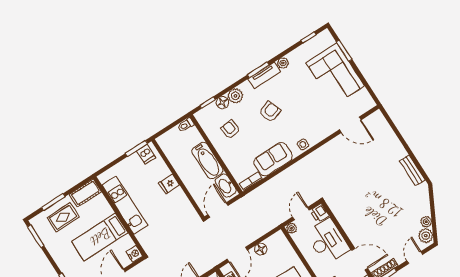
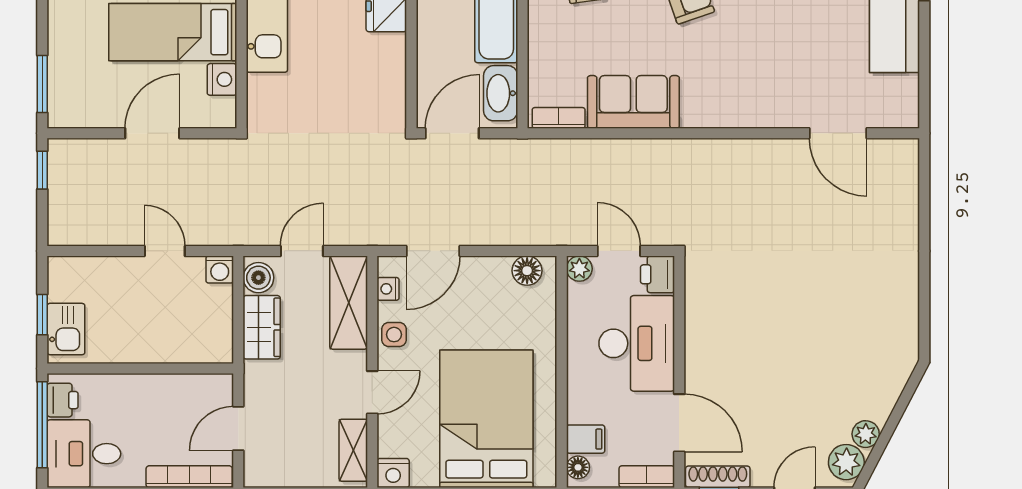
side table: (303, 144) -> (714, 111), removed
bench: (412, 170) -> (905, 310), removed
door: (301, 214) -> (619, 251), hinge flipped
floor lamp: (261, 249) -> (527, 271), moved
nightstand: (134, 254) -> (222, 79), moved

